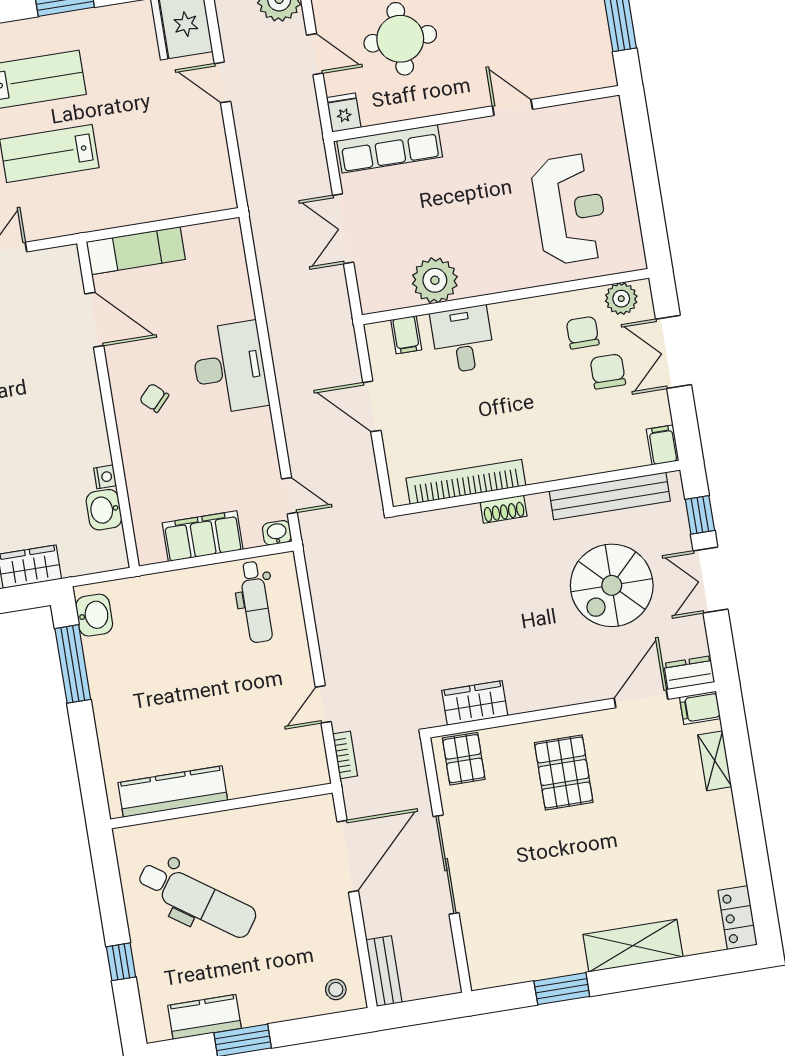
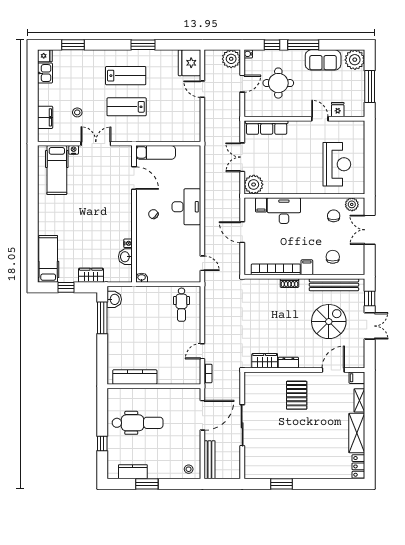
door: (315, 54) -> (242, 84), hinge flipped
fridge: (344, 113) -> (338, 110), moved
plant: (435, 280) -> (254, 184), moved
desk: (463, 340) -> (284, 211), width x1.37
chair: (608, 371) -> (333, 257), moved
filing cabinet: (663, 445) -> (307, 267), moved
washbasin: (277, 533) -> (142, 278), moved
filing cabinet: (203, 536) -> (164, 274), removed
double door: (710, 580) -> (370, 326), swing flipped
spiral stairs: (612, 585) -> (329, 322), turned 180
dresser: (689, 673) -> (288, 363), moved
pallet: (464, 759) -> (257, 383), removed
dental chair: (197, 899) -> (138, 423), turned -35
shelving: (633, 946) -> (357, 433), moved, turned 90
bench: (384, 971) -> (210, 460), width x1.36

